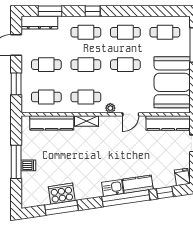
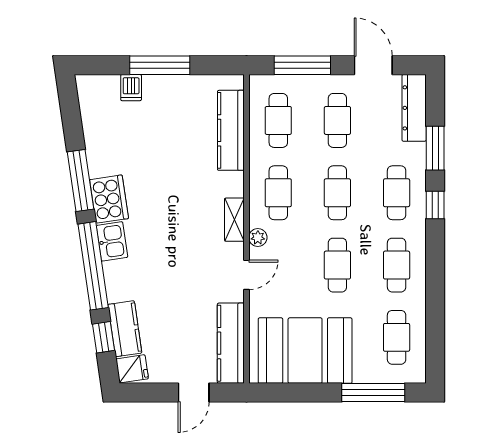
window: (50, 11) -> (435, 148), moved
window: (16, 84) -> (302, 65), width x1.44
door: (131, 114) -> (247, 275), swing flipped
shelving: (87, 121) -> (234, 220), moved
dishwasher: (28, 165) -> (131, 88), moved
kitchen counter: (138, 184) -> (125, 329), moved
cooker: (62, 194) -> (109, 199), moved
window: (61, 208) -> (81, 180), moved

